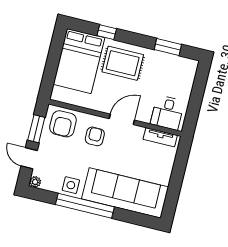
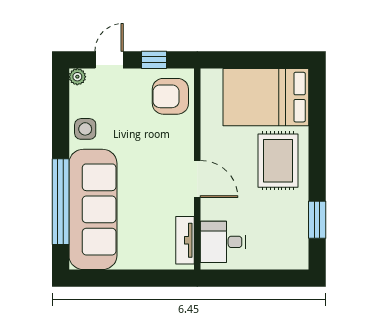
window: (107, 32) -> (317, 127), removed
window: (36, 129) -> (154, 60), width x0.67
armchair: (95, 136) -> (163, 146), removed
window: (85, 206) -> (61, 202), moved

